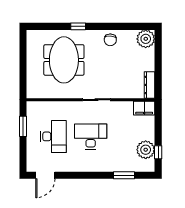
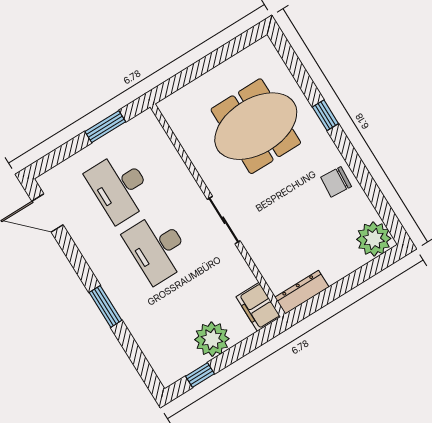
desk: (54, 136) -> (120, 187), turned 90
desk: (91, 136) -> (157, 248), turned 180
plant: (146, 150) -> (212, 339), moved
window: (124, 175) -> (105, 306), moved

